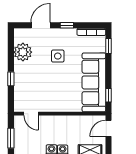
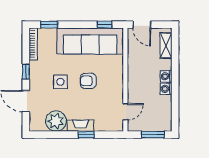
fireplace: (19, 74) -> (81, 126), added
armchair: (59, 81) -> (88, 81), added

